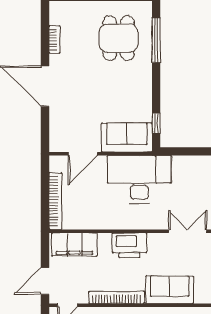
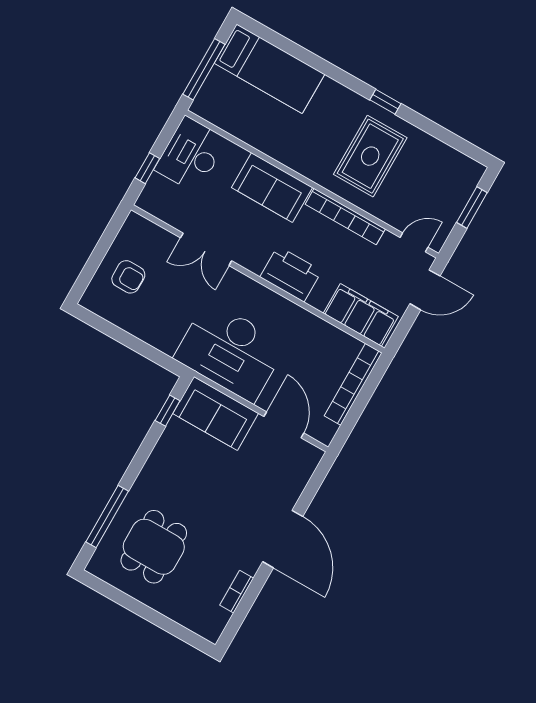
door: (83, 154) -> (284, 425), hinge flipped

